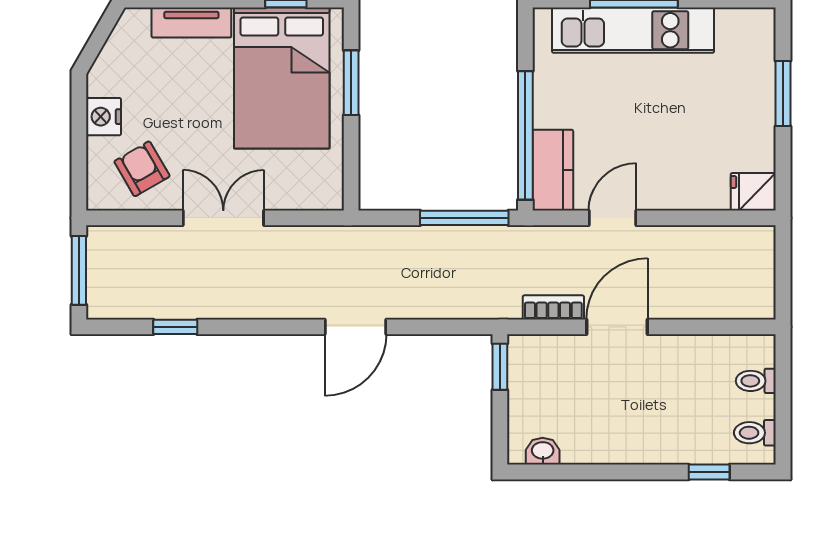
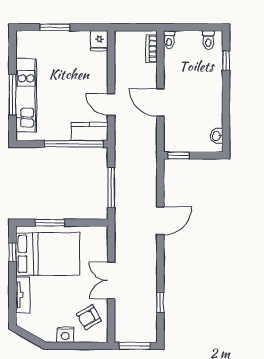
window: (464, 218) -> (111, 187), moved
bookcase: (553, 307) -> (152, 49), moved
door: (355, 327) -> (160, 221), hinge flipped
toilet: (756, 381) -> (169, 40), moved

